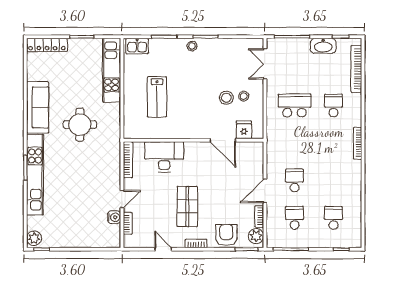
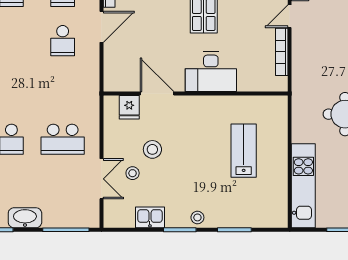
kitchen sink: (137, 46) -> (150, 217), moved
double door: (265, 64) -> (102, 179), moved
stool: (244, 96) -> (133, 173), moved
desk: (164, 157) -> (211, 72), moved
bookcase: (128, 160) -> (282, 52), moved

